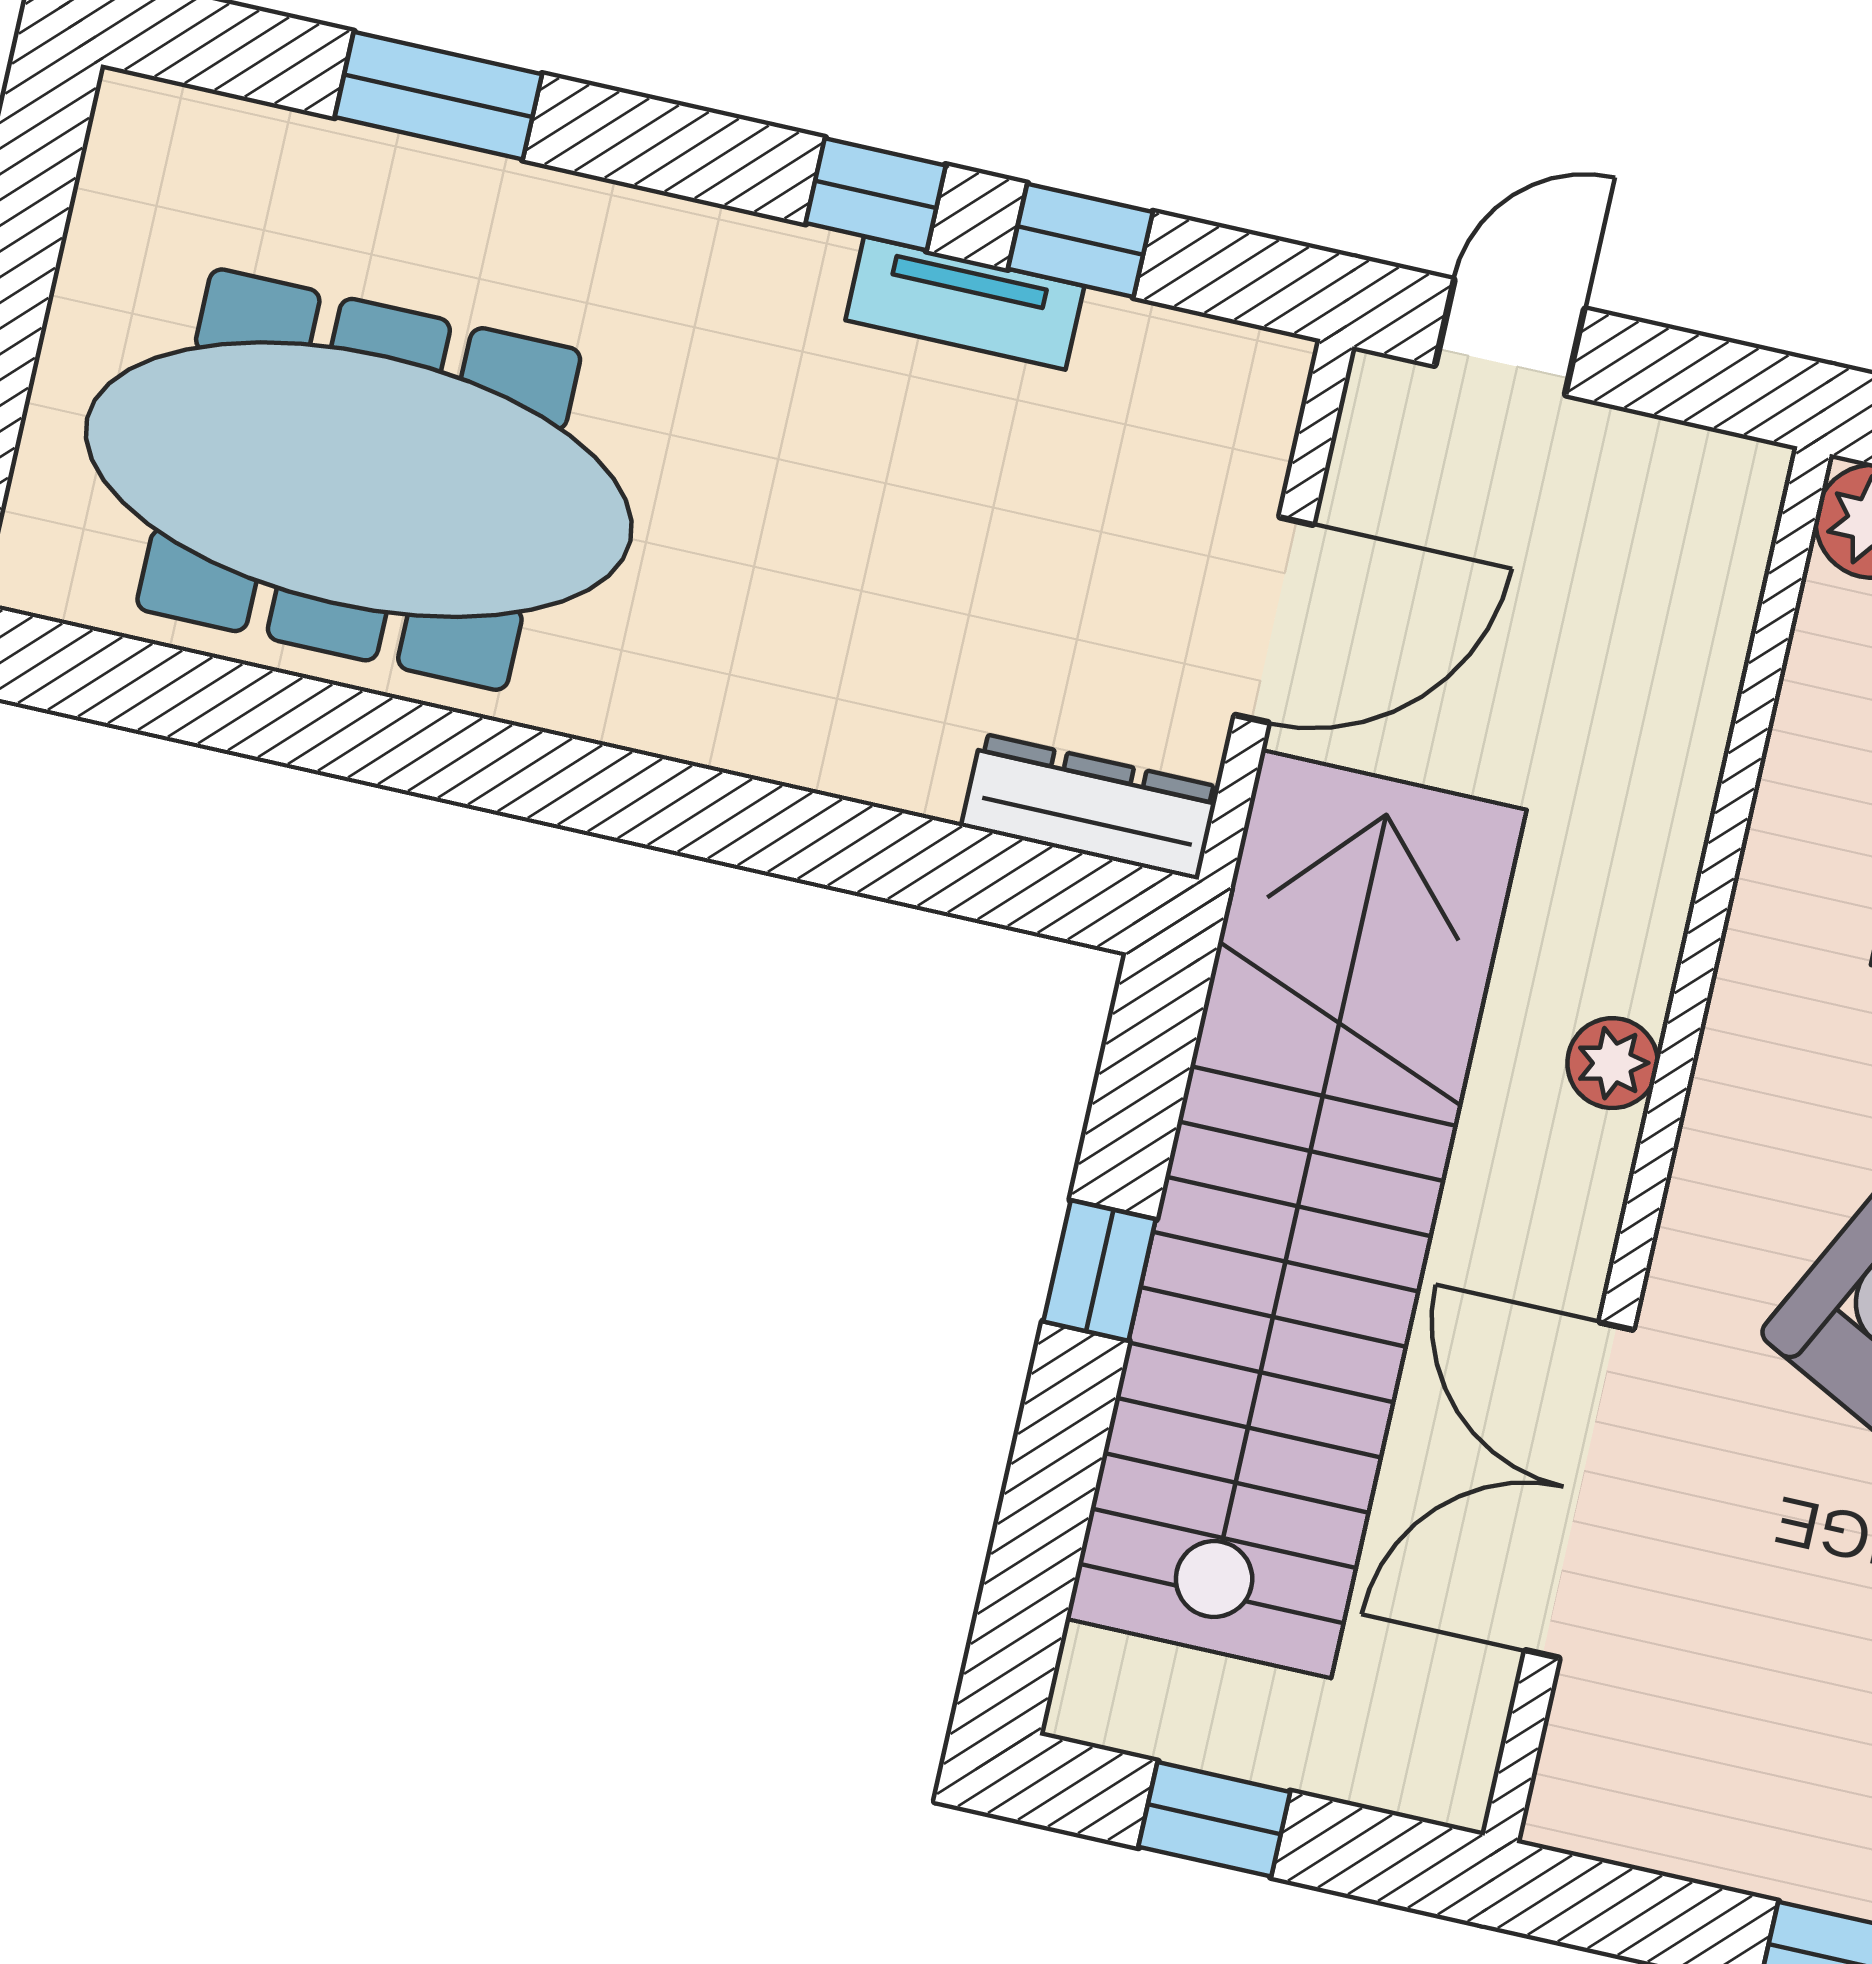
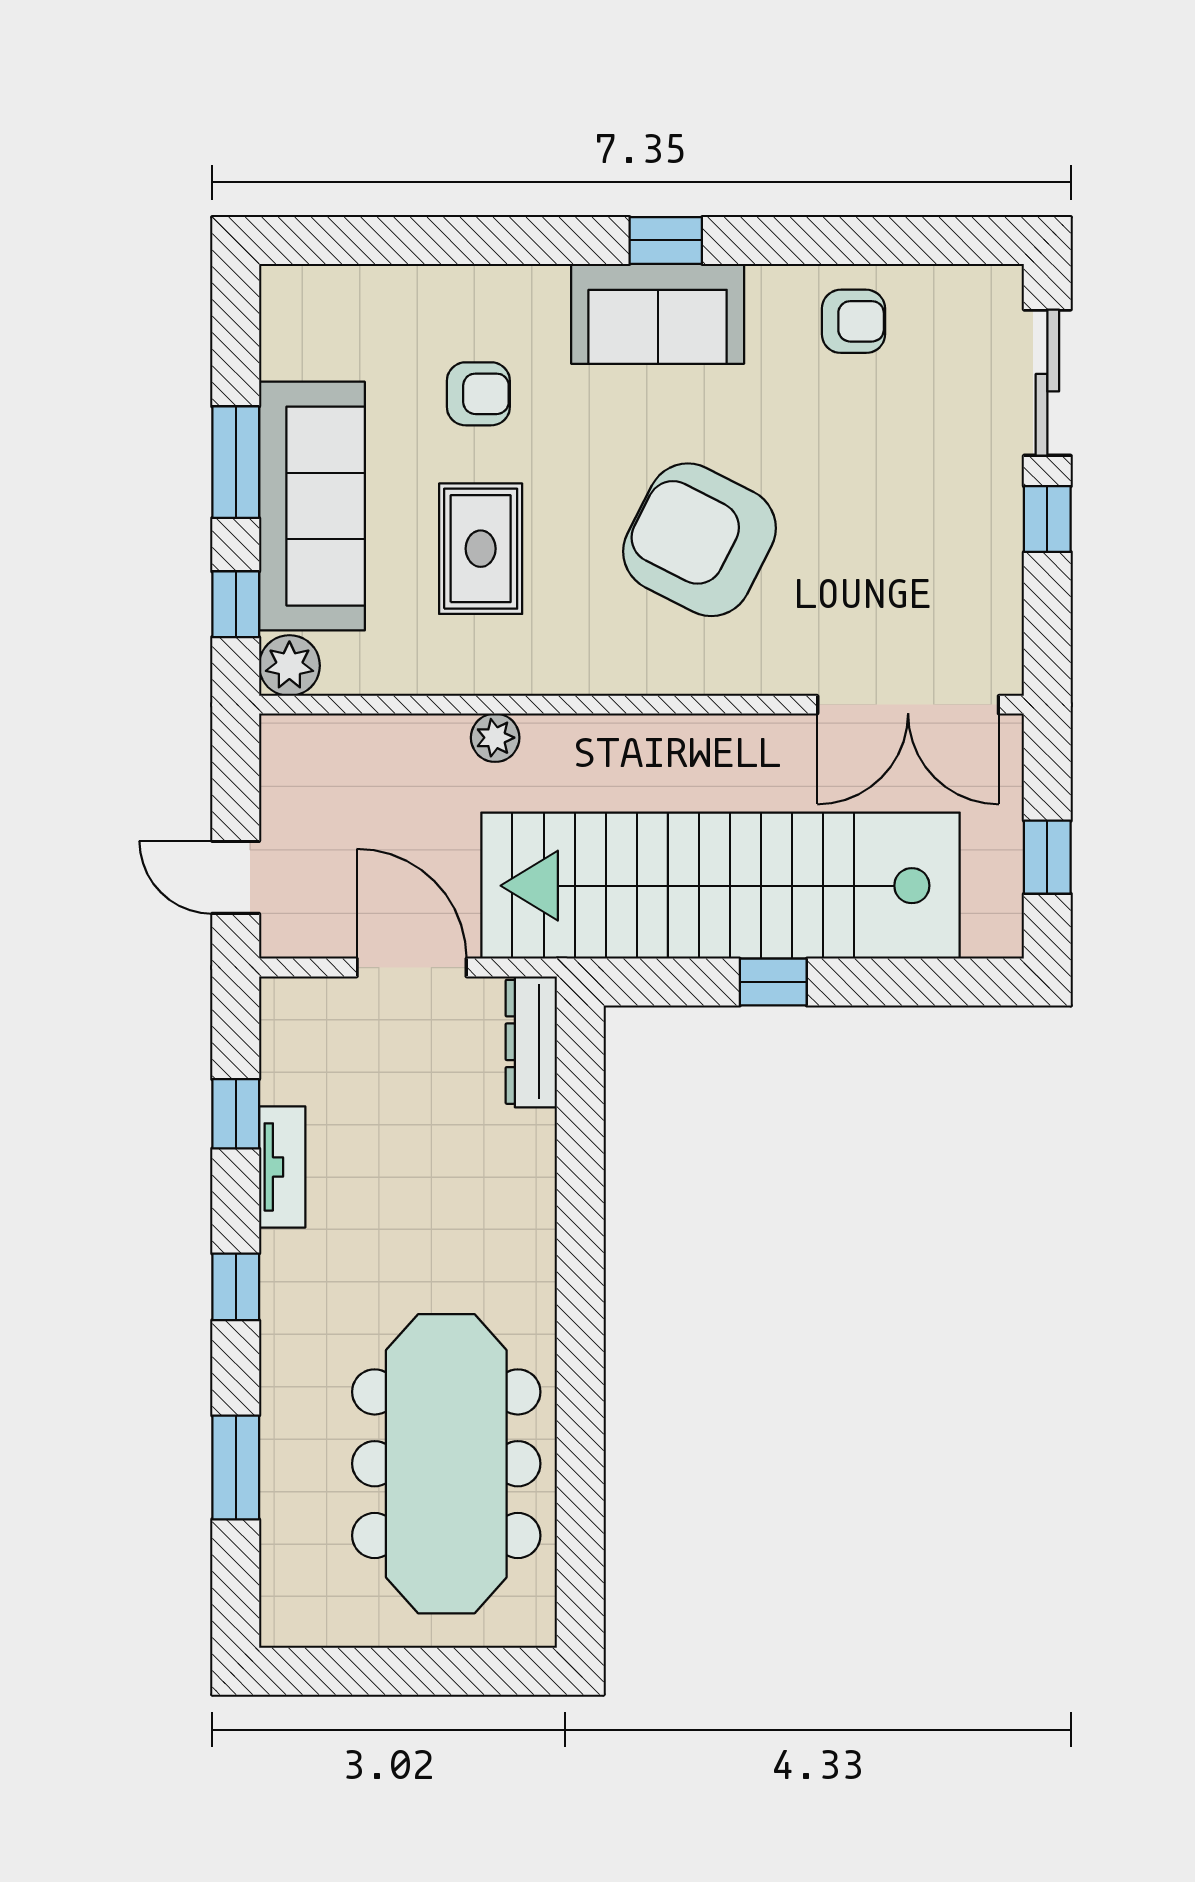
window: (876, 194) -> (236, 1287), moved
plant: (1613, 1063) -> (495, 738), moved
double door: (1579, 1490) -> (908, 705), moved

